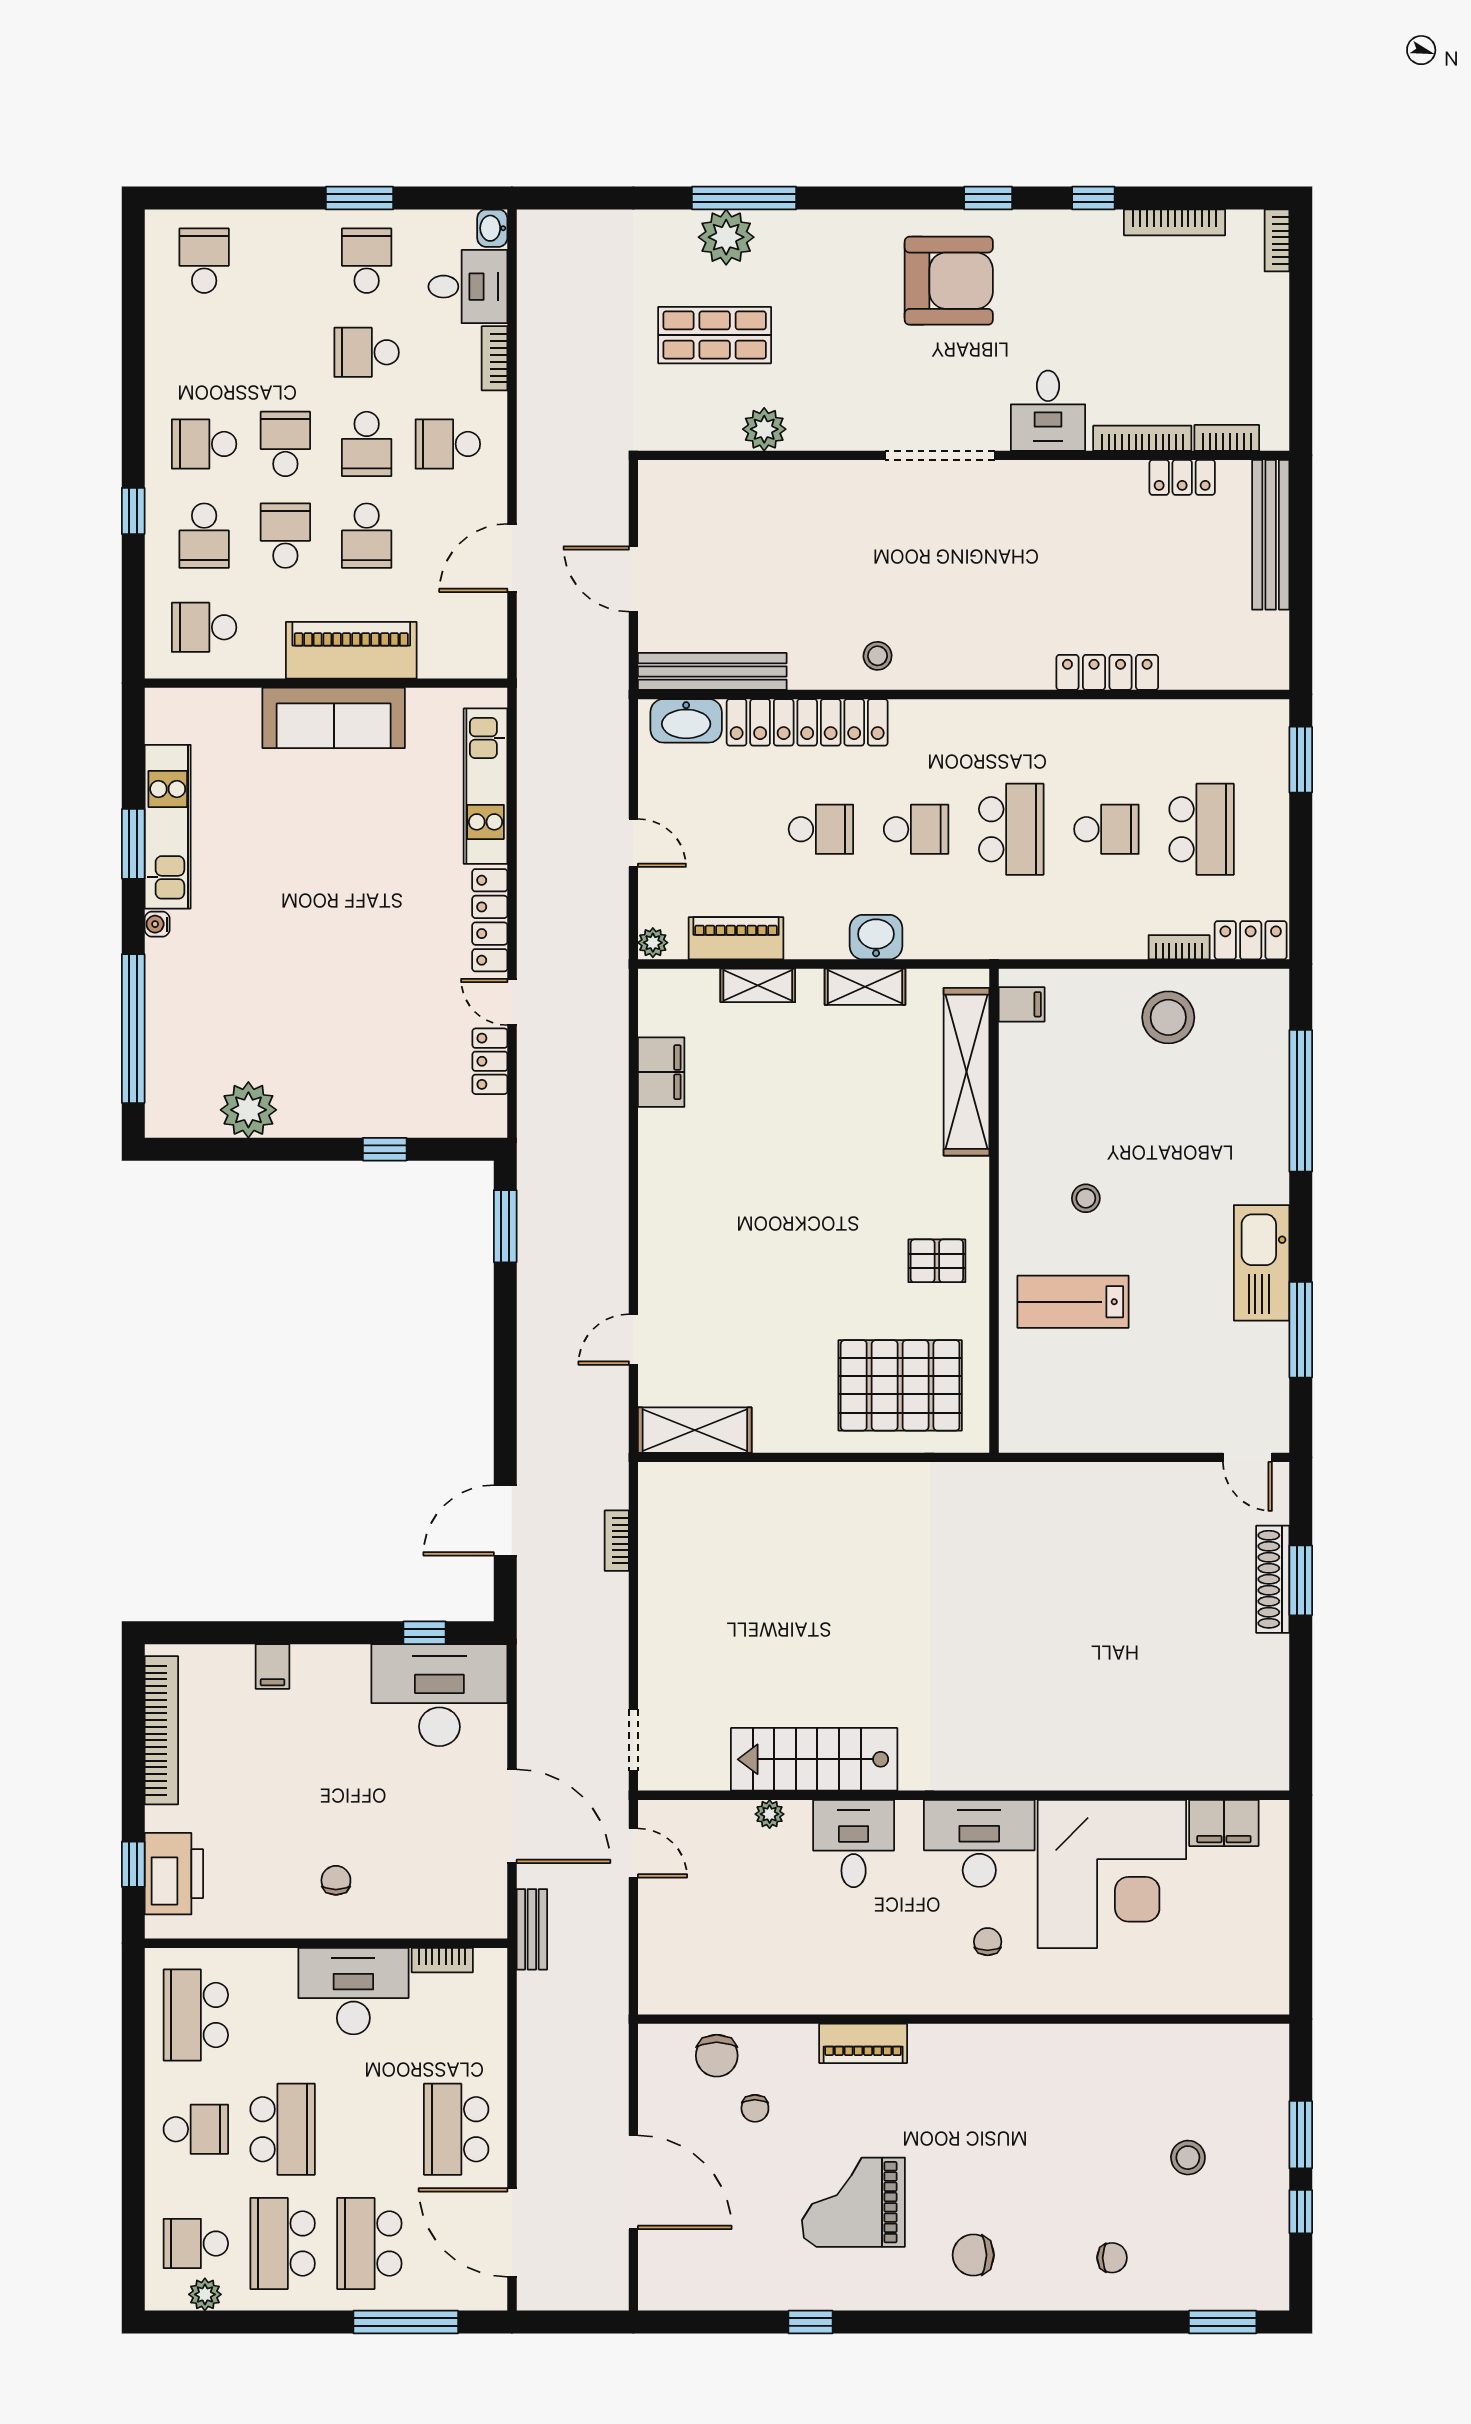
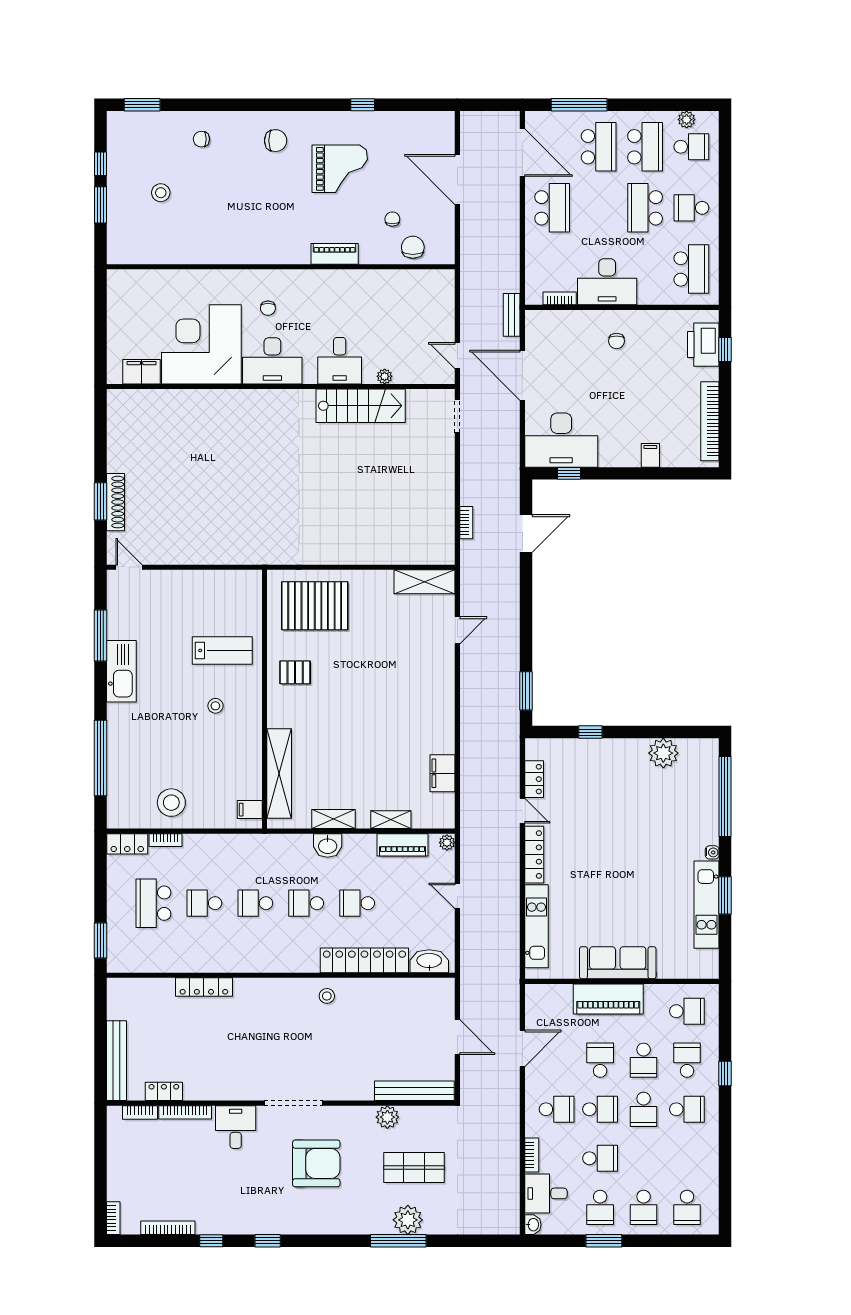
school desk: (285, 261) -> (644, 1207), added
armchair: (949, 281) -> (316, 1163), moved, turned 180
school desk: (367, 444) -> (600, 1109), turned 90
bench: (712, 671) -> (414, 1091), moved
school desk: (1011, 829) -> (255, 903), width x0.54

